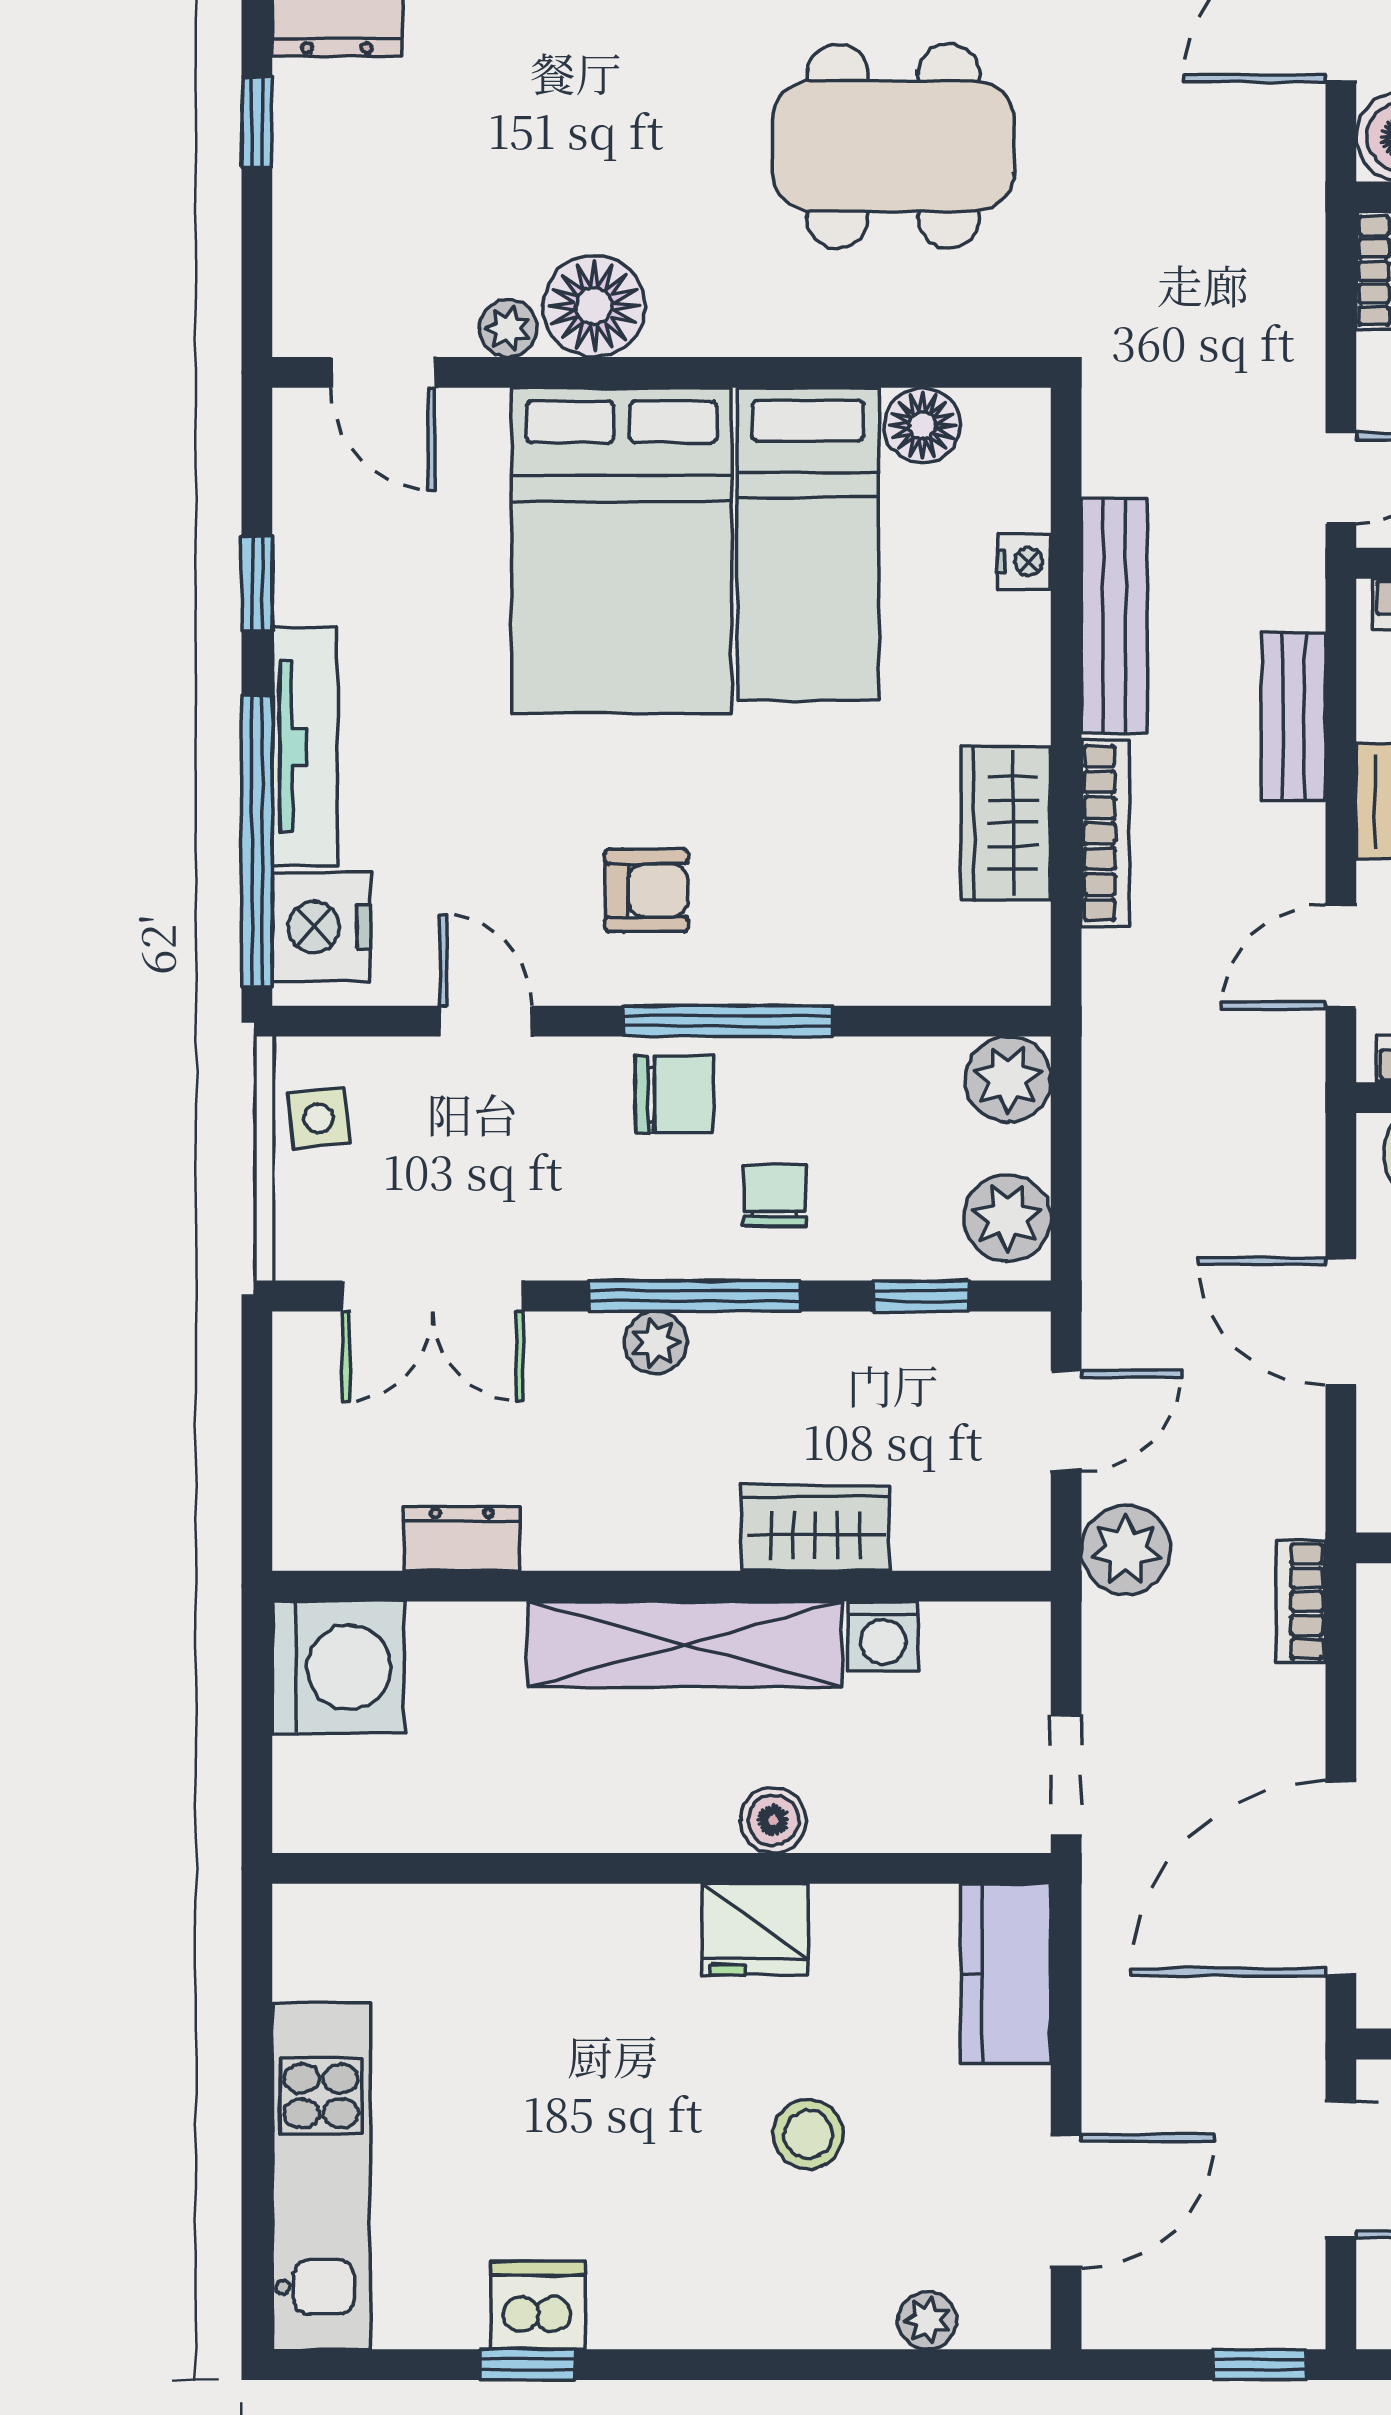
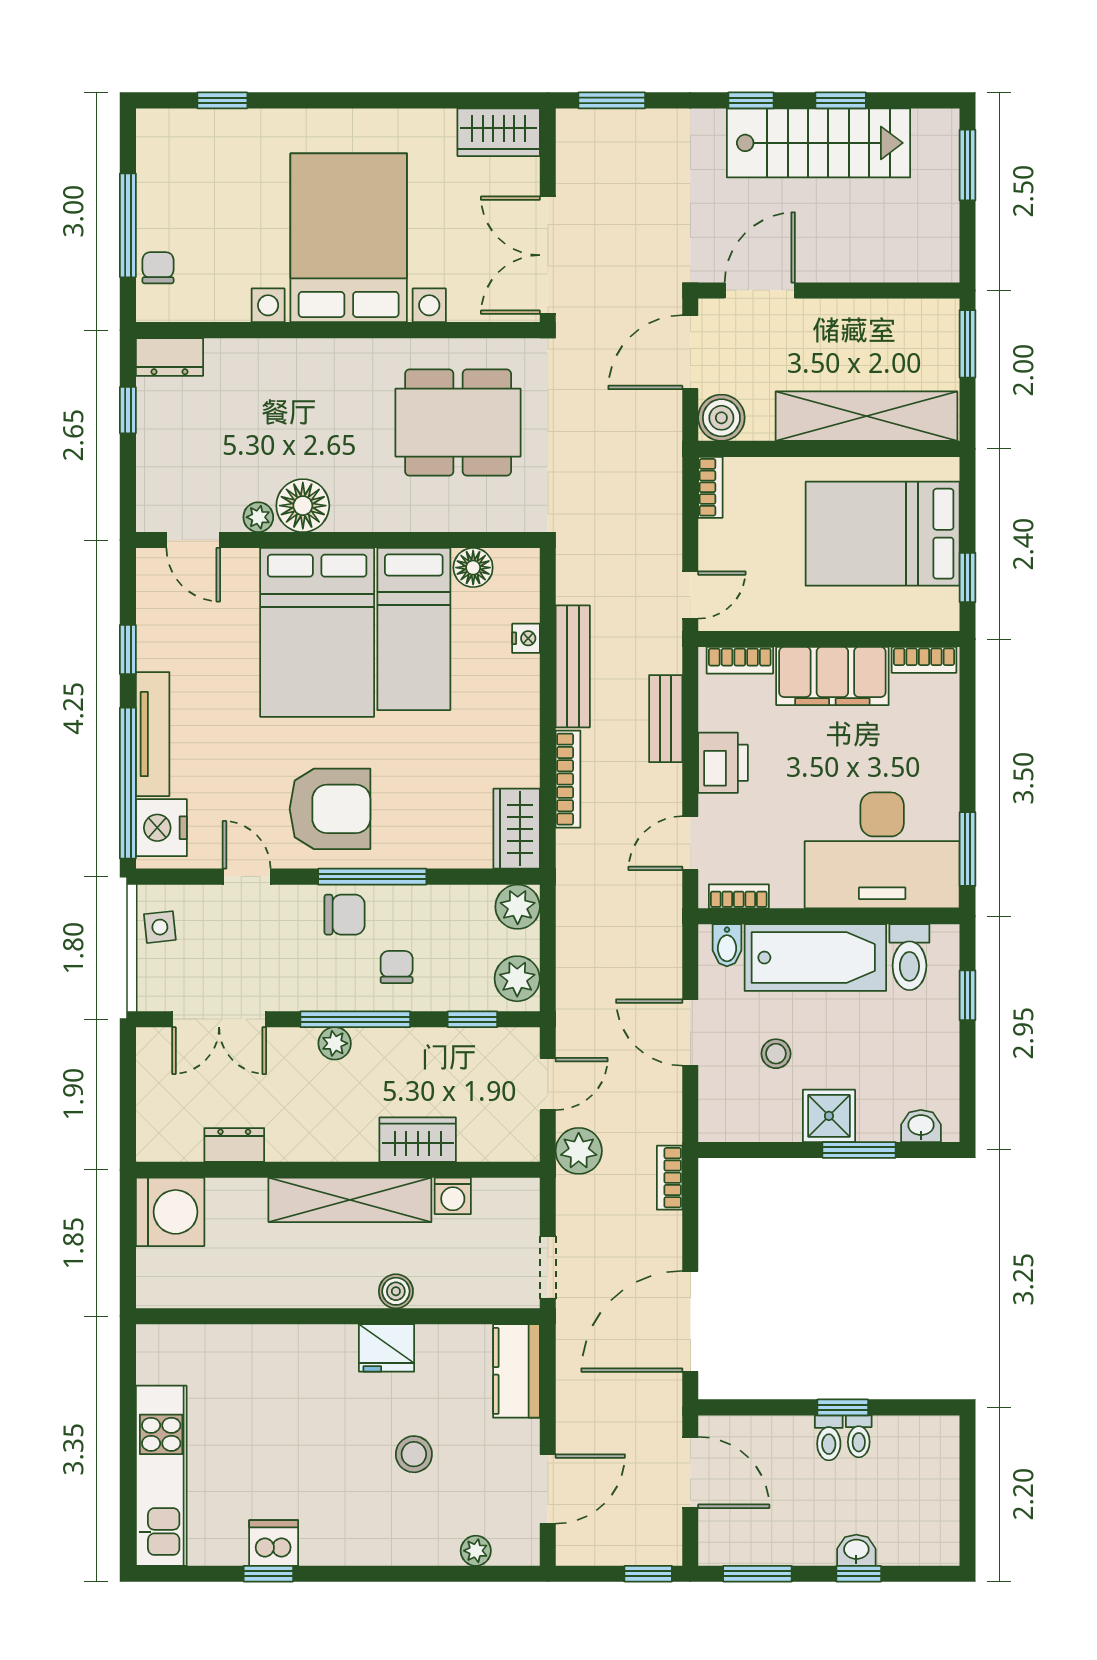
wardrobe: (1006, 823) -> (517, 829), moved
armchair: (647, 891) -> (330, 809), width x1.88, depth x1.88

